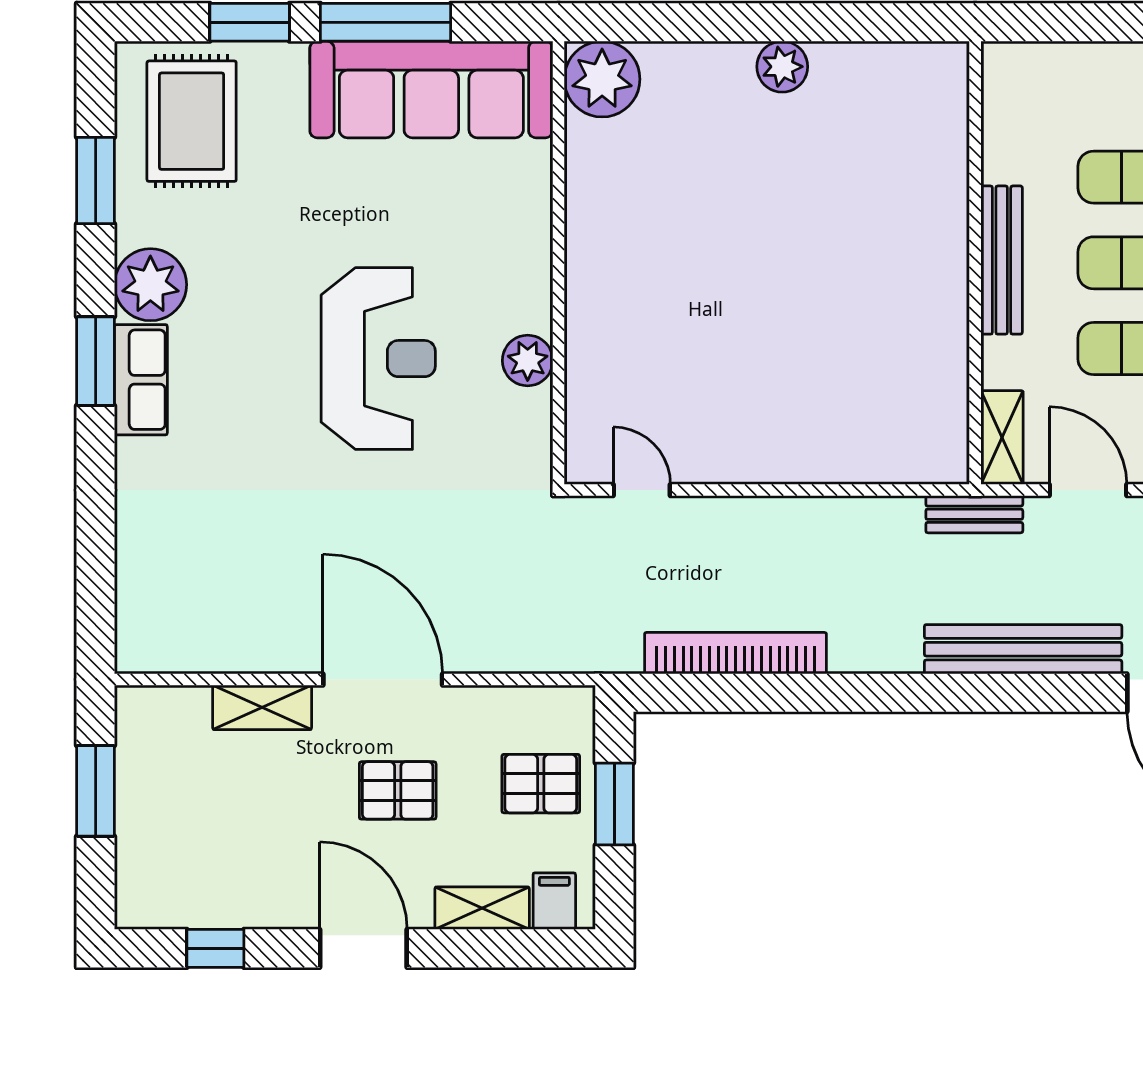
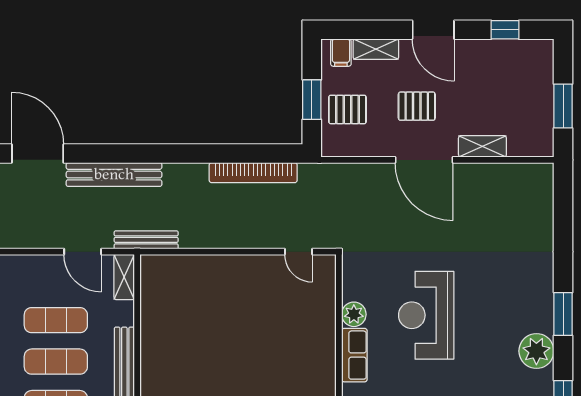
row of seats: (141, 380) -> (354, 355), moved, turned 180
bench: (974, 514) -> (146, 240), width x1.36

